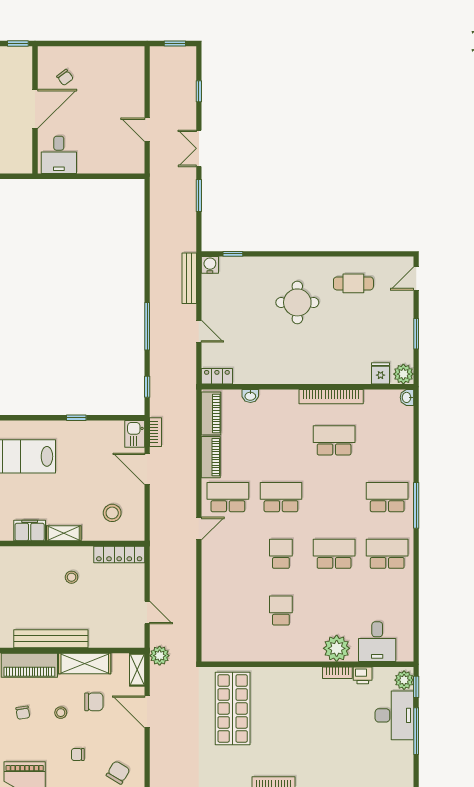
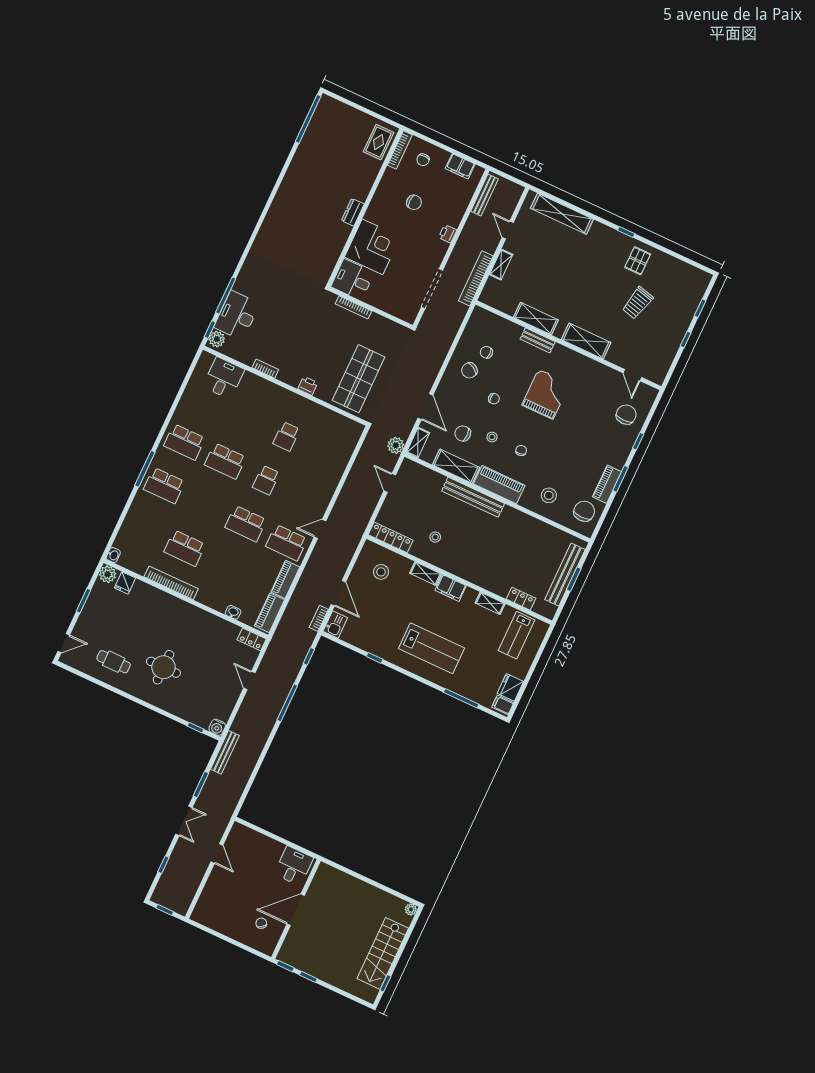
bench: (189, 278) -> (225, 752), moved
plant: (337, 648) -> (257, 388), removed
printer: (363, 675) -> (308, 386), moved

